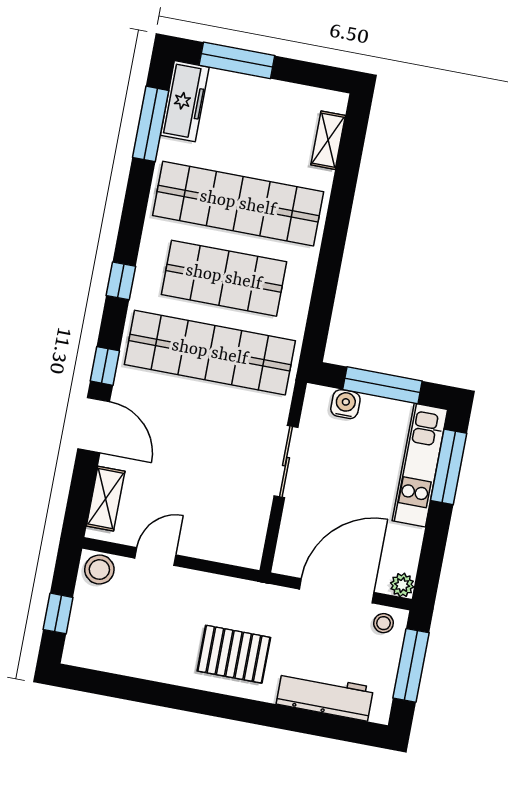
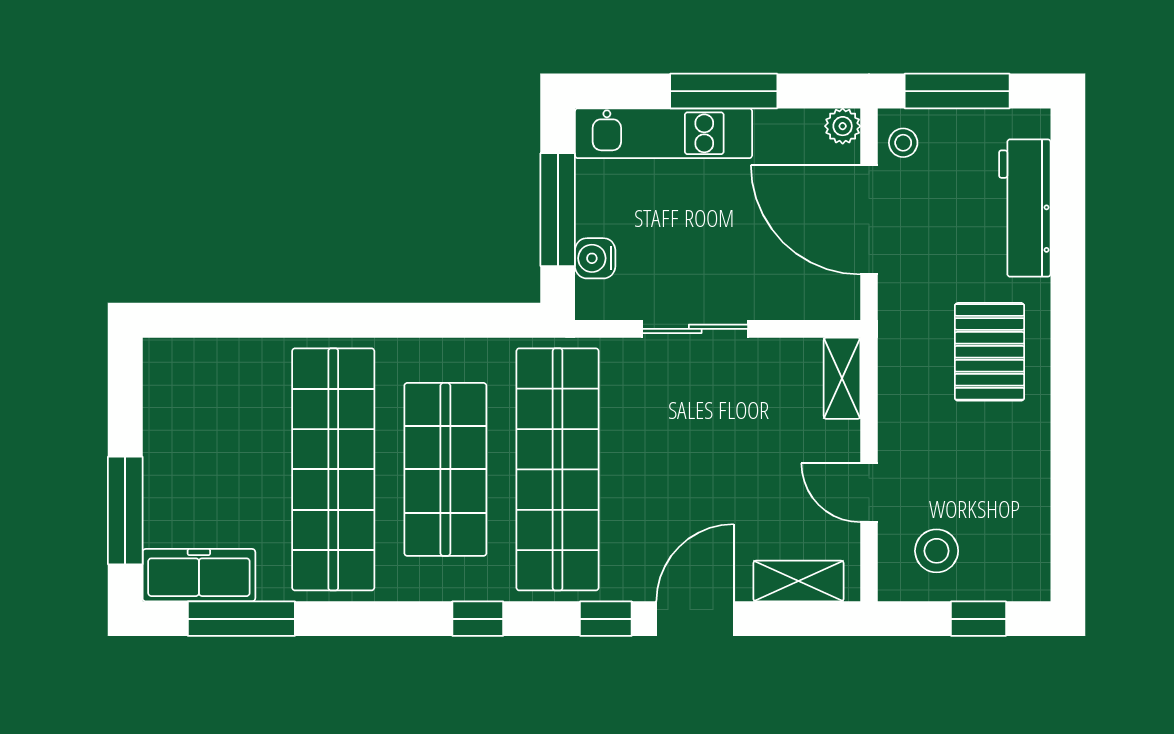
shelving: (328, 140) -> (842, 378), moved, turned 90
window: (449, 467) -> (724, 91), moved
stool: (99, 570) -> (937, 551), moved

